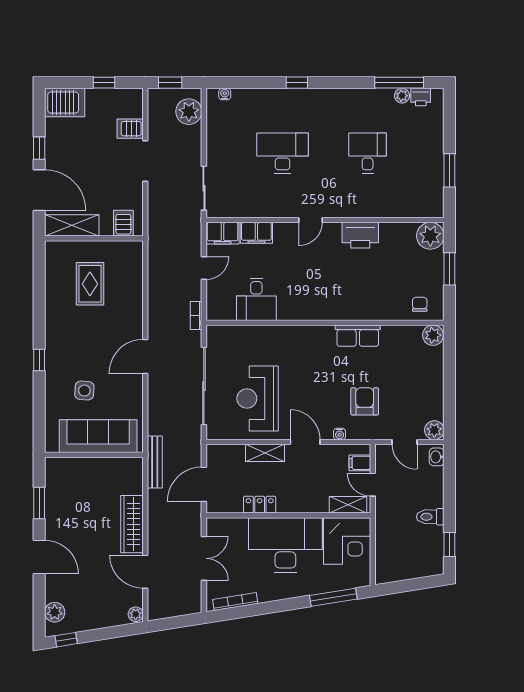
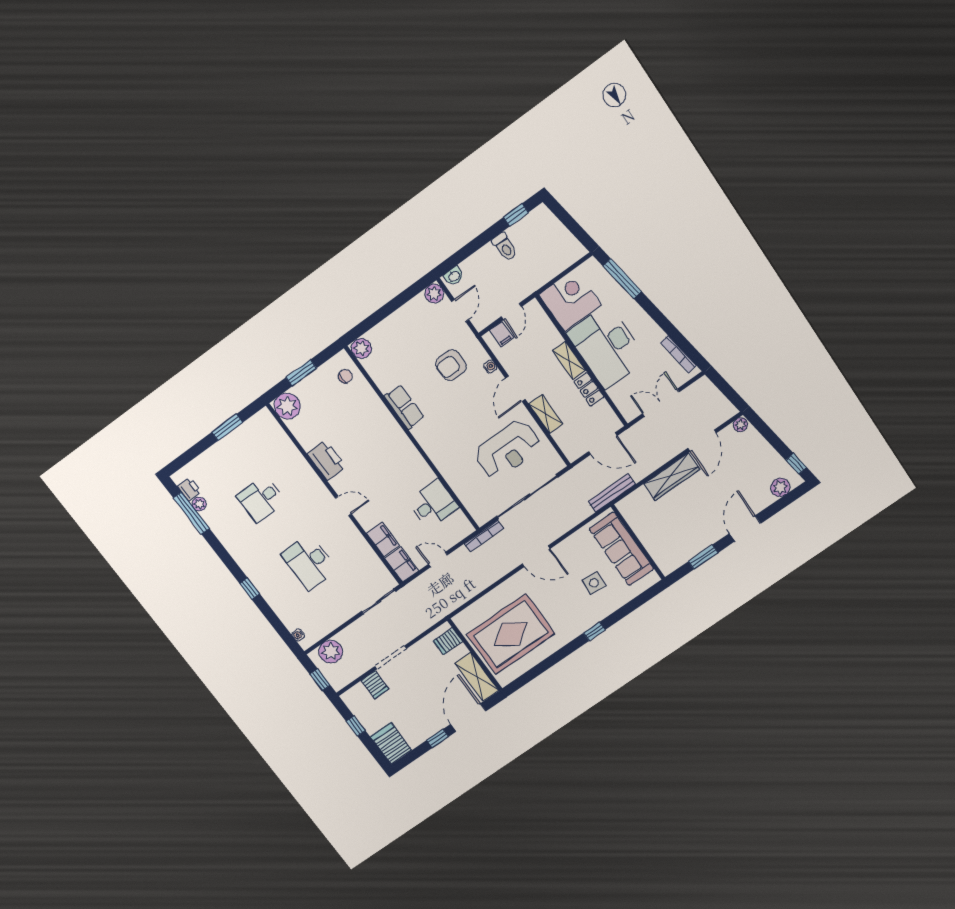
rug: (90, 284) -> (511, 634), width x1.86, depth x2.06
chair: (420, 304) -> (345, 376), turned 180
bookcase: (196, 315) -> (484, 536), width x1.56
shelving: (348, 505) -> (569, 360), moved

